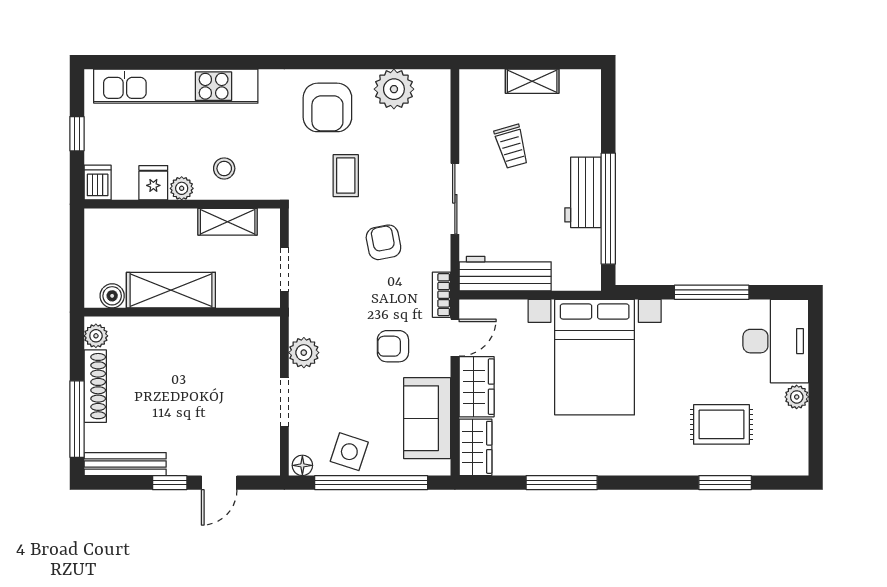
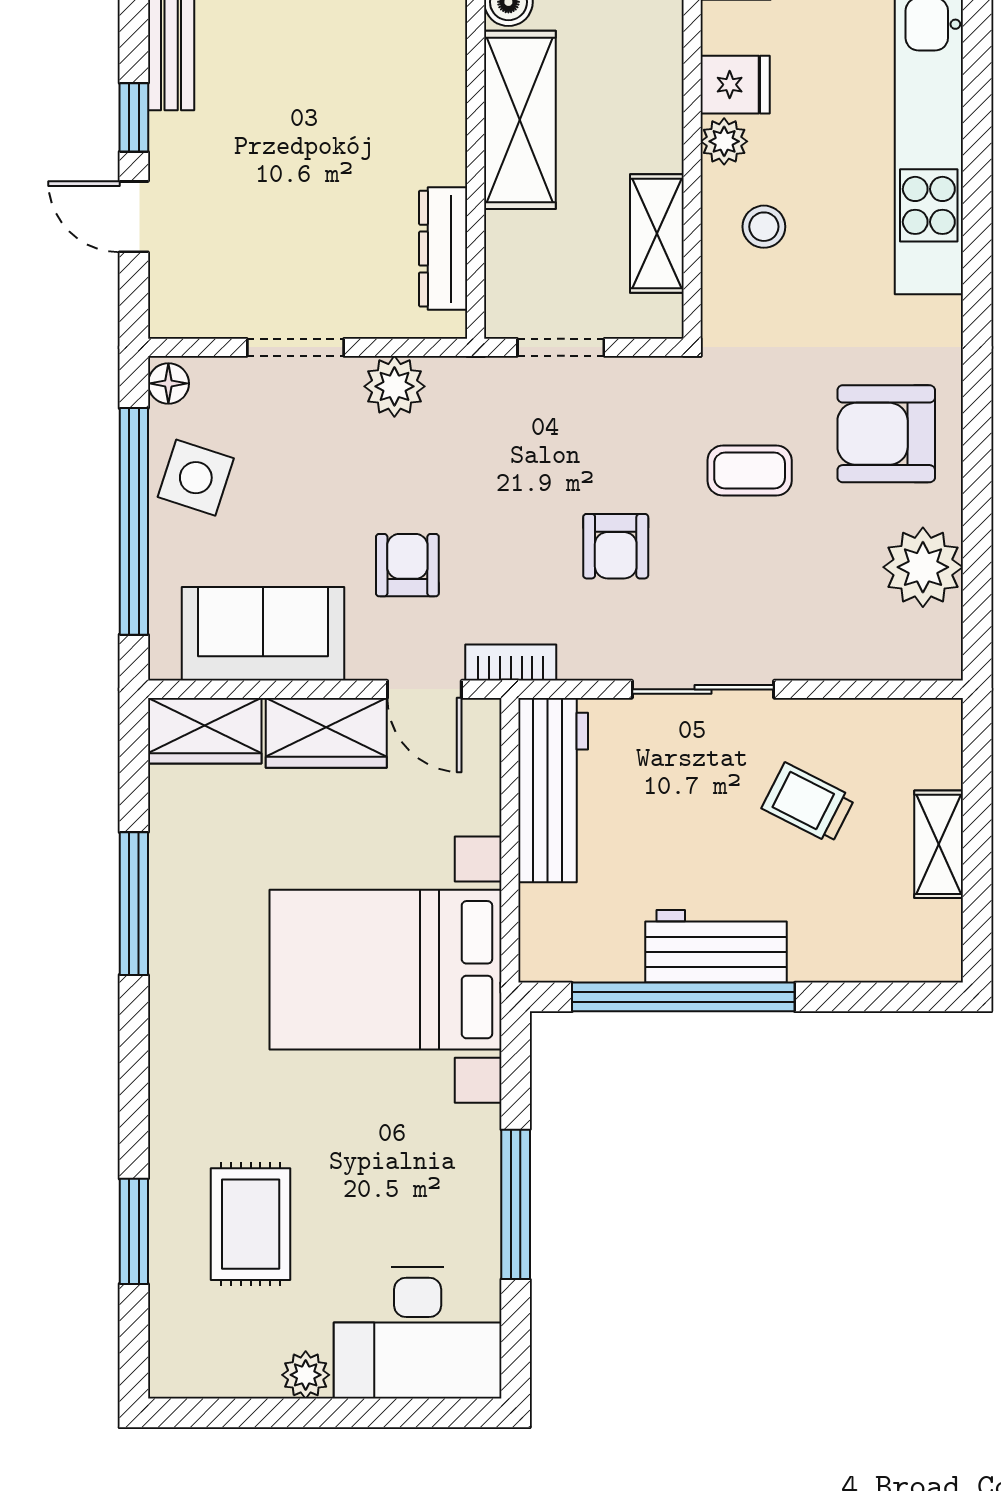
trolley: (512, 146) -> (808, 803), turned 43
armchair: (383, 242) -> (616, 546), turned 101
dresser: (235, 328) -> (443, 249), added

